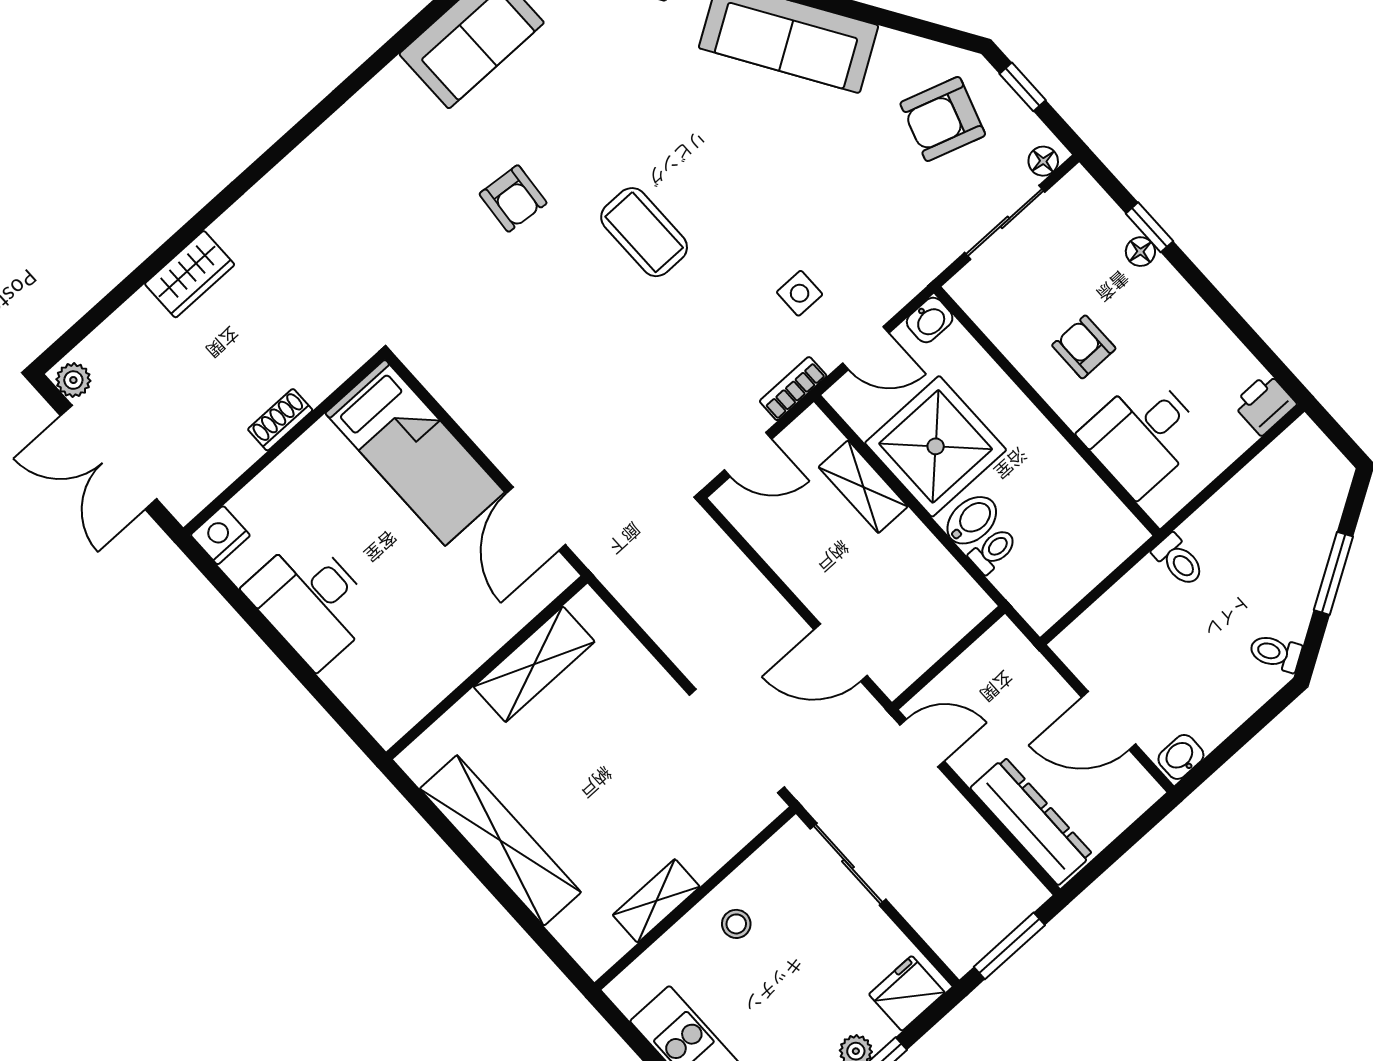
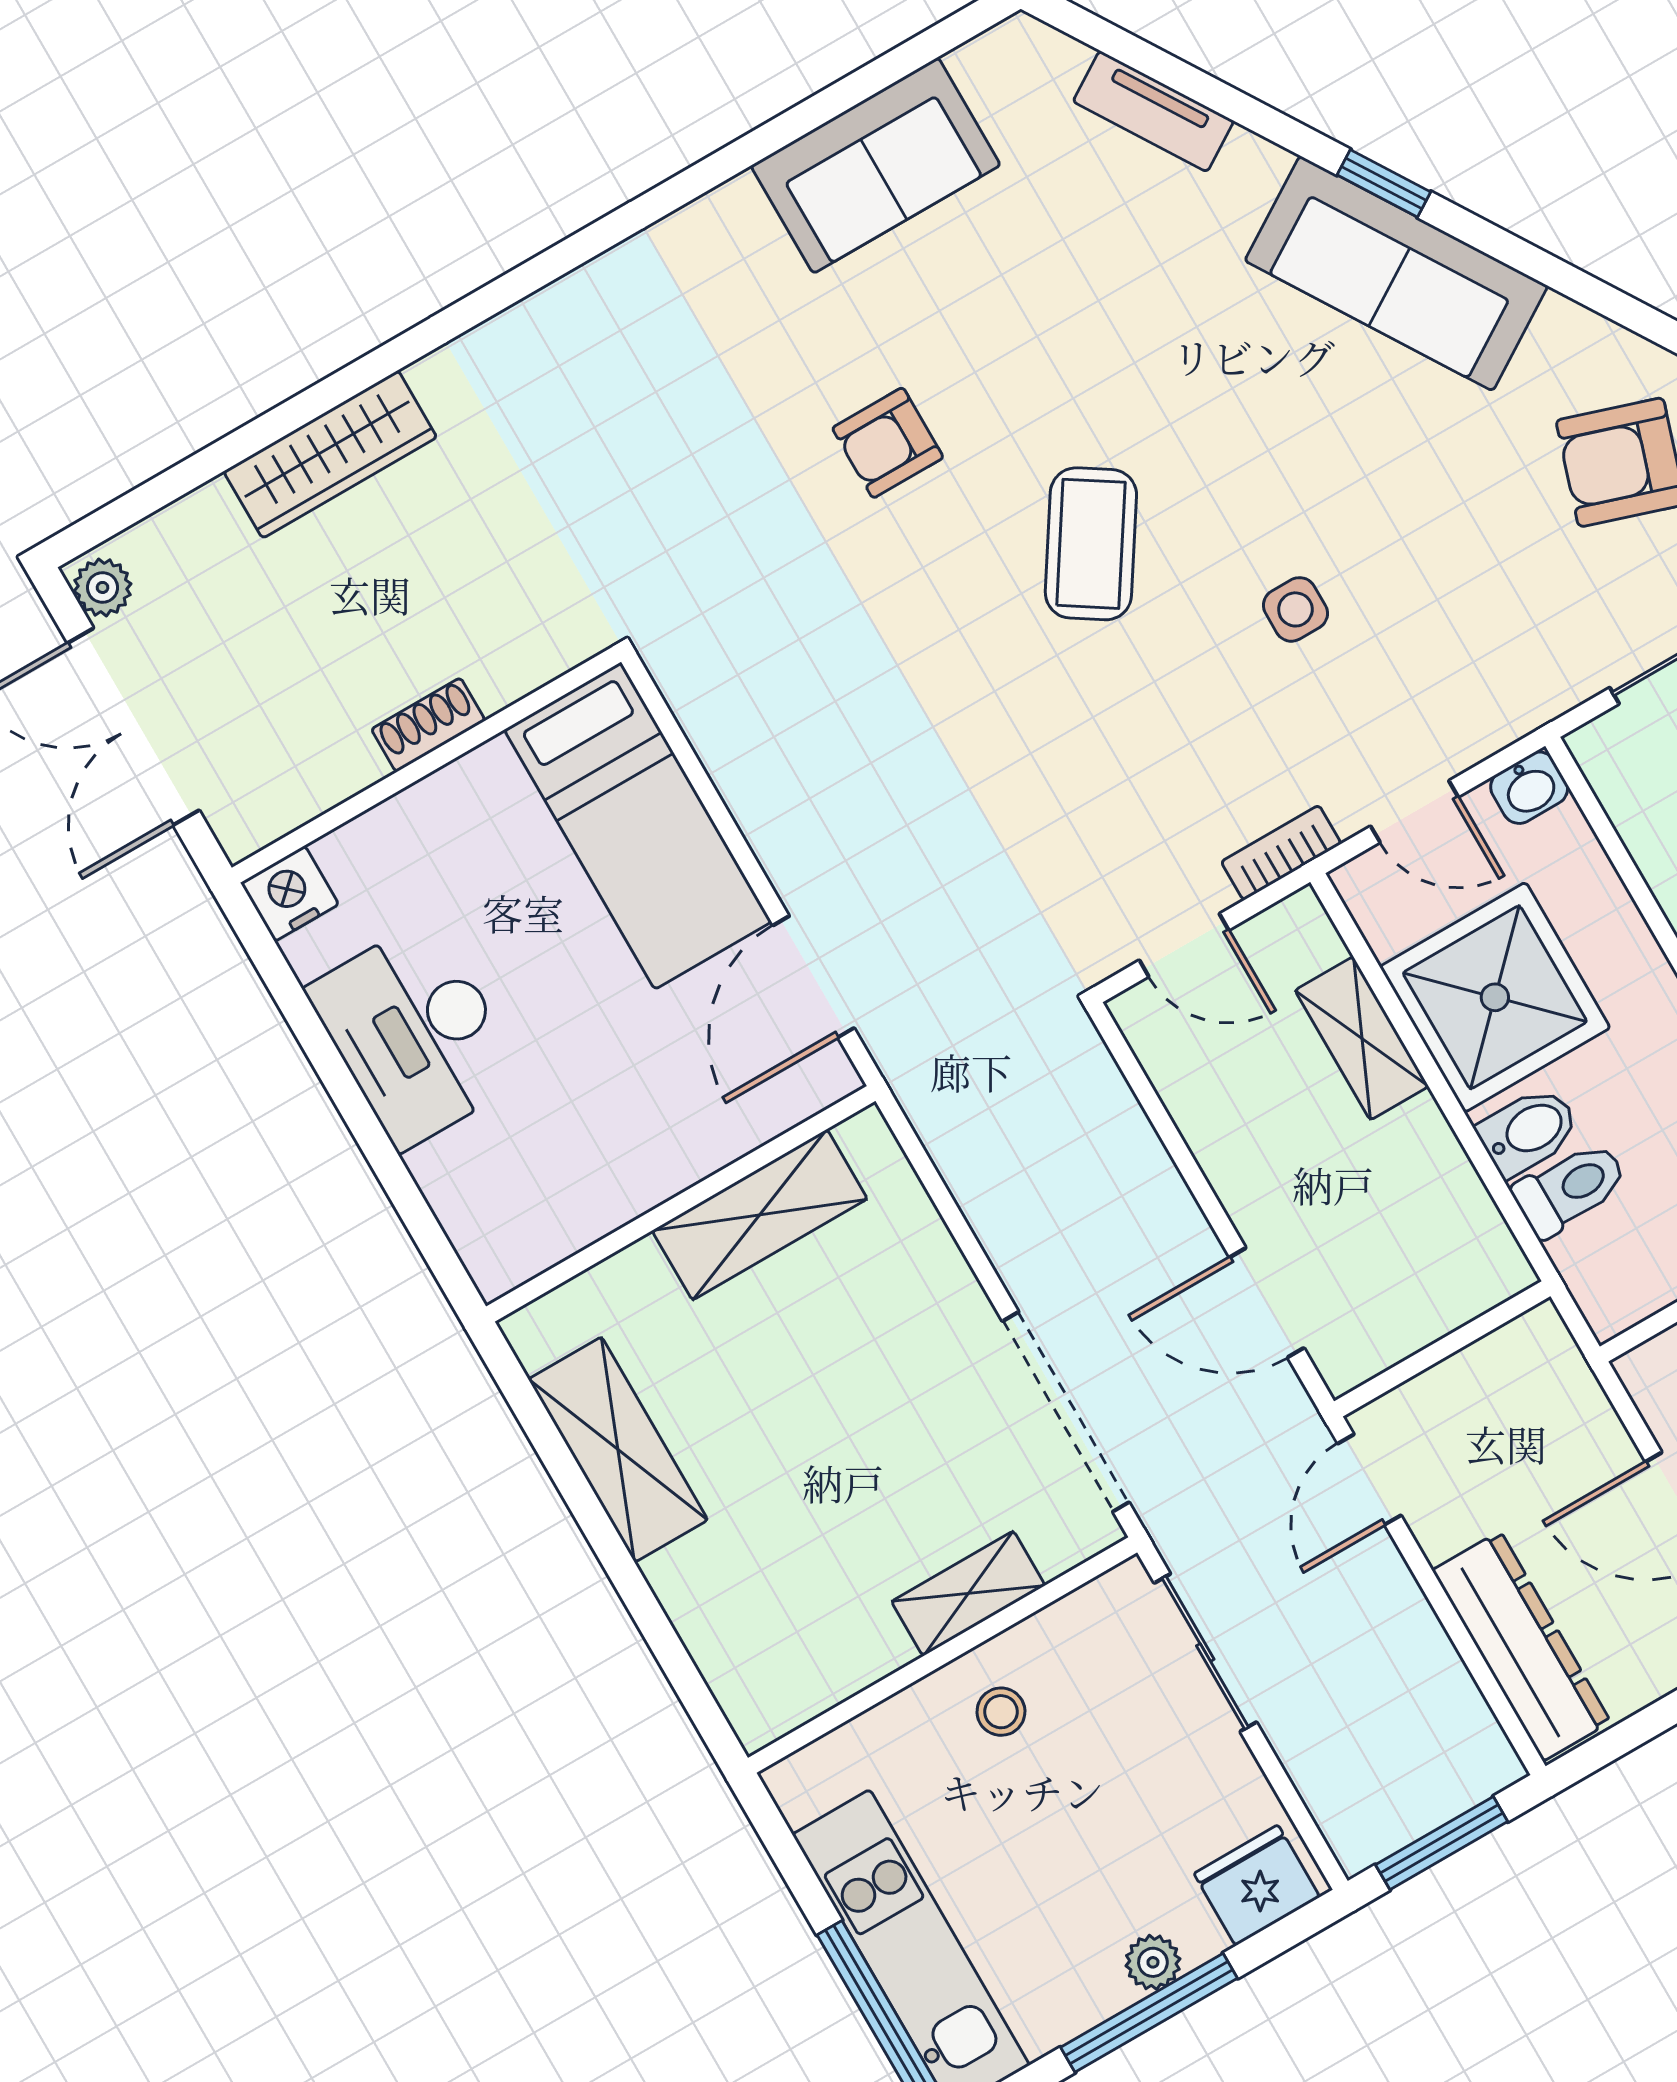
armchair: (513, 198) -> (888, 443), turned 85
coffee table: (644, 232) -> (1091, 544), turned 33
wardrobe: (190, 274) -> (330, 454), width x1.50
side table: (800, 293) -> (1295, 609), moved
toilet: (993, 551) -> (1570, 1189), width x1.37, depth x1.39
door: (922, 743) -> (1369, 1479), swing flipped
shelving: (500, 840) -> (618, 1450), width x0.68
shelving: (656, 901) -> (968, 1593), moved

